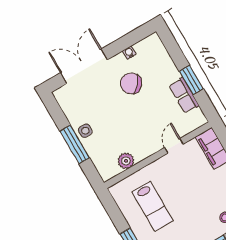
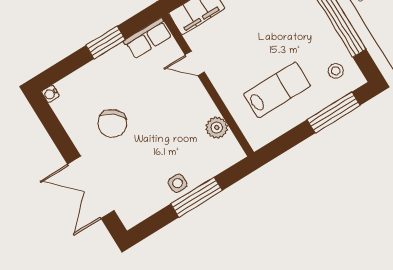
water cooler: (129, 53) -> (50, 94), moved
row of seats: (184, 95) -> (148, 39), moved

